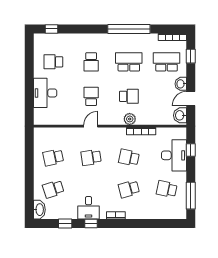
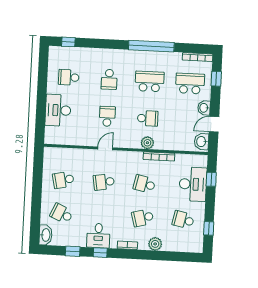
school desk: (53, 189) -> (62, 214), turned 42
window: (191, 196) -> (209, 228), width x0.46
plant: (142, 213) -> (155, 244), added

